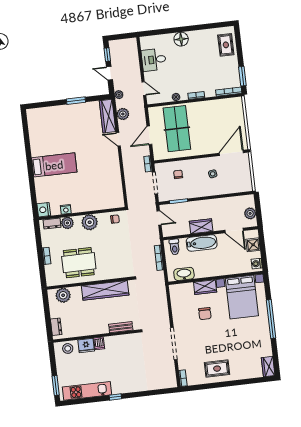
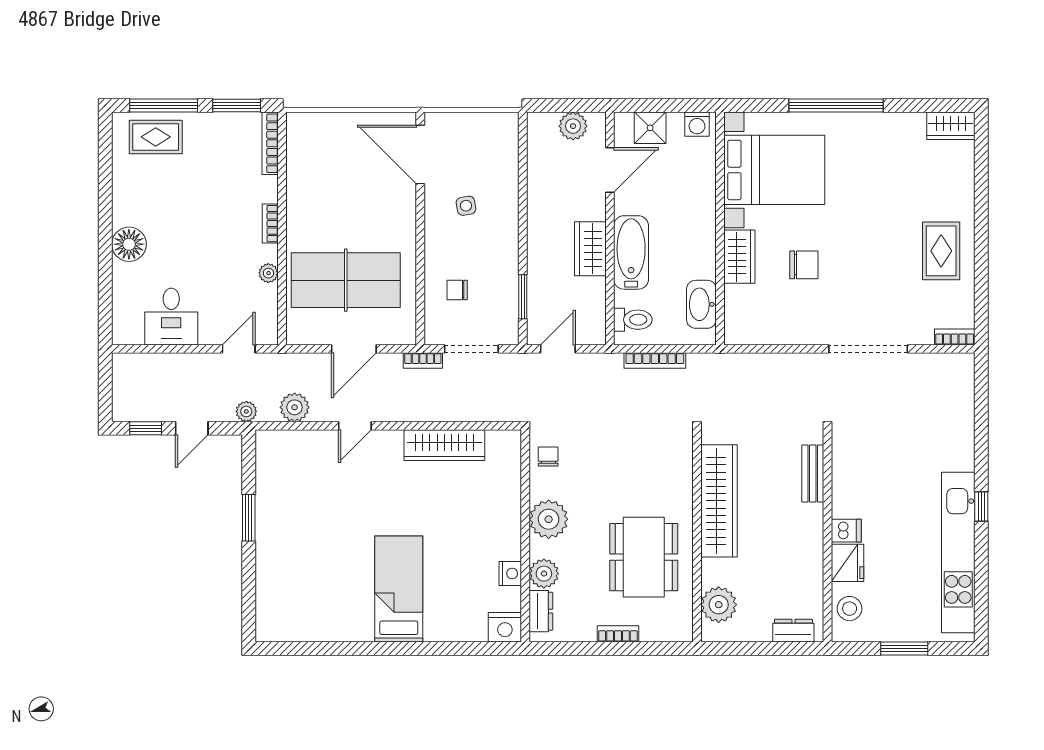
window: (239, 47) -> (164, 106), added
wardrobe: (108, 116) -> (444, 445), moved
door: (149, 135) -> (354, 349), hinge flipped
window: (56, 385) -> (904, 649), moved
kitchen unit: (87, 391) -> (958, 552), width x1.36

